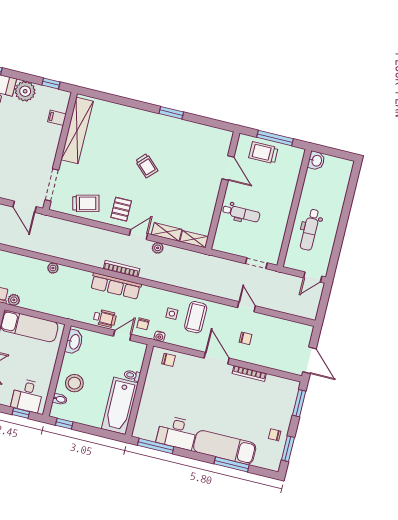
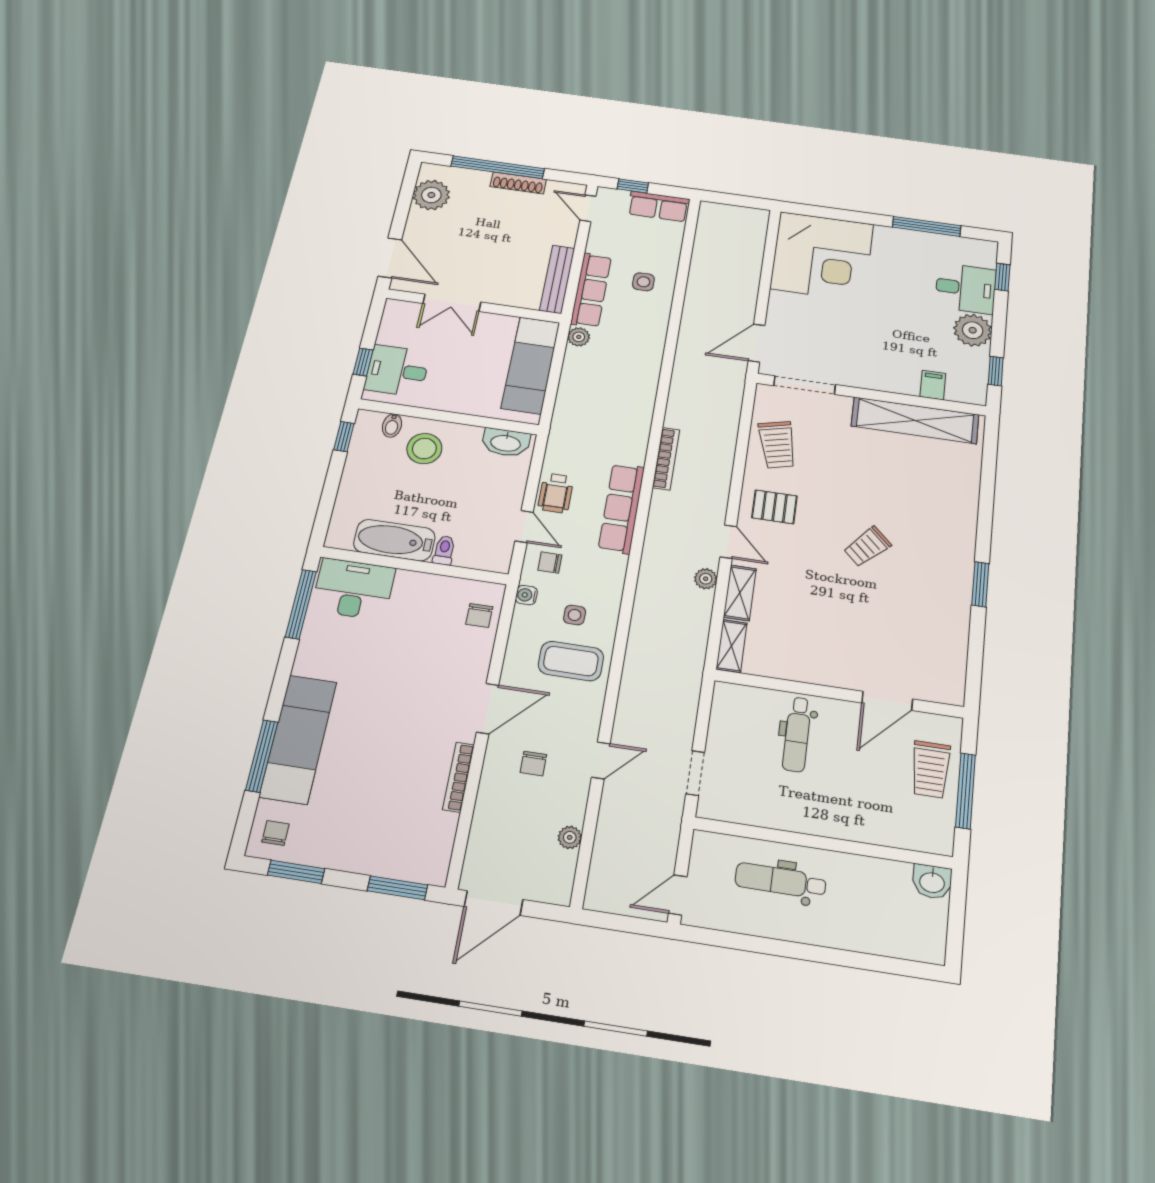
trolley: (263, 153) -> (931, 769), turned 180
plant: (53, 268) -> (570, 837), moved
bookcase: (122, 269) -> (666, 459), moved
door: (313, 277) -> (678, 895), hinge flipped
bathtub: (120, 406) -> (394, 540), width x0.73, depth x0.73
desk: (177, 433) -> (353, 589), moved, turned 90
chair: (275, 435) -> (275, 833), moved

